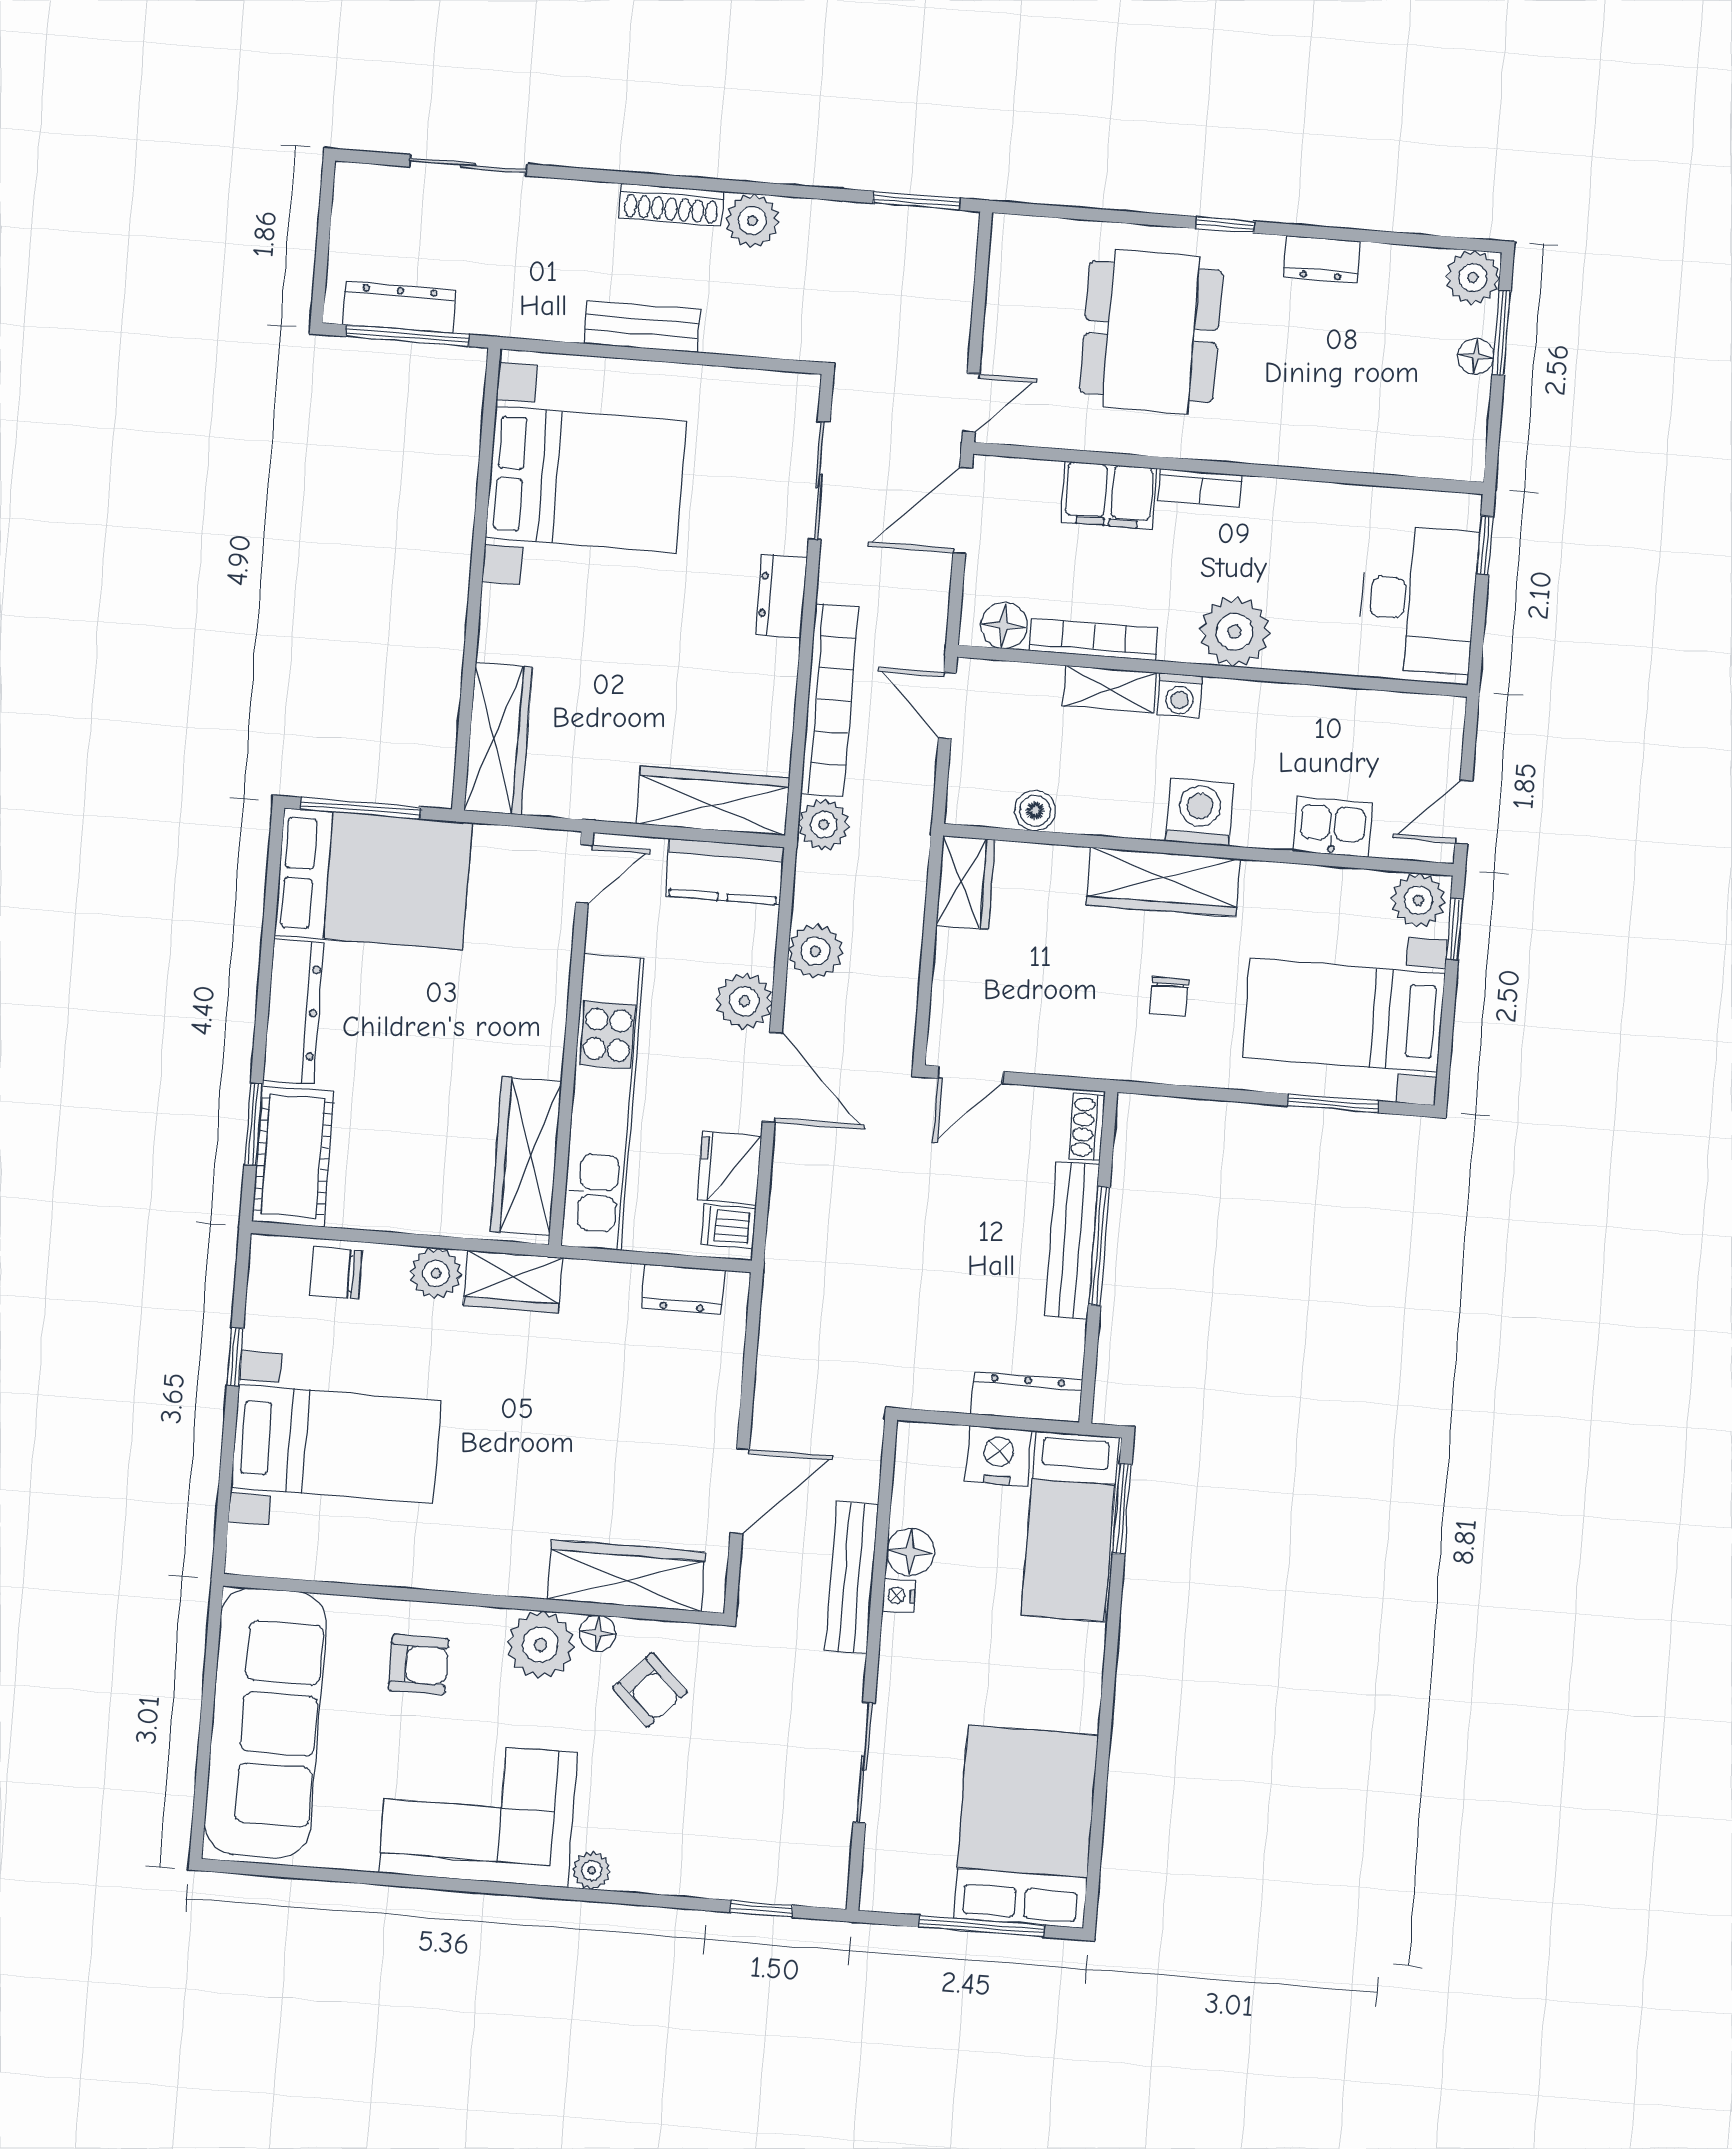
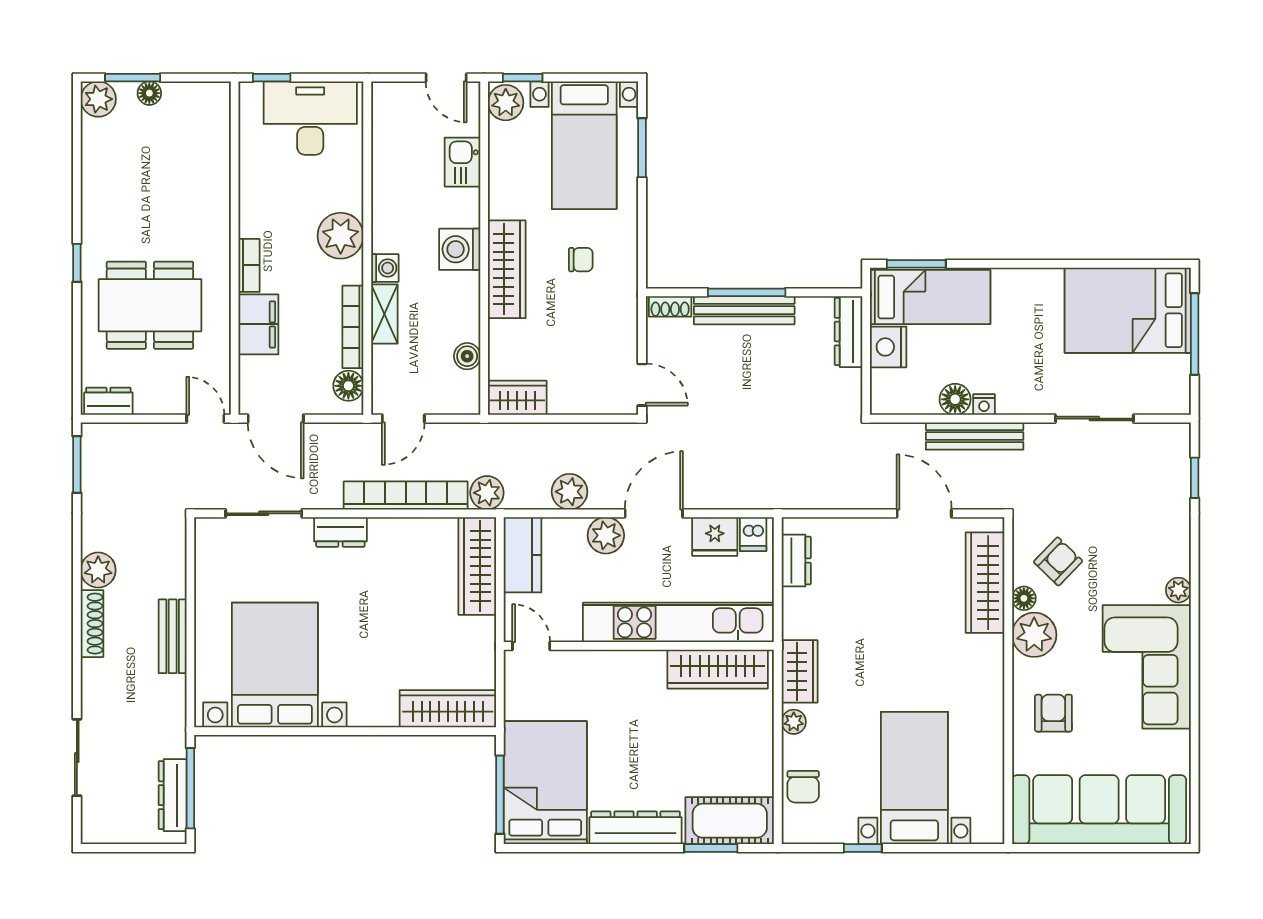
dresser: (1322, 259) -> (108, 401), moved, turned -90
plant: (436, 1273) -> (794, 722), width x0.73, depth x0.73

